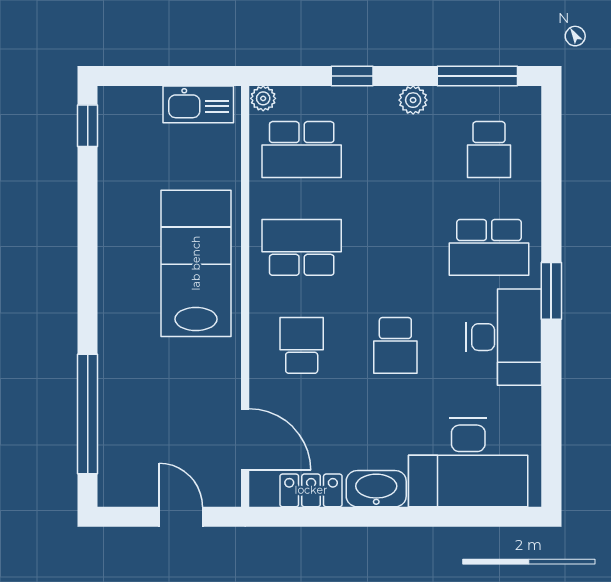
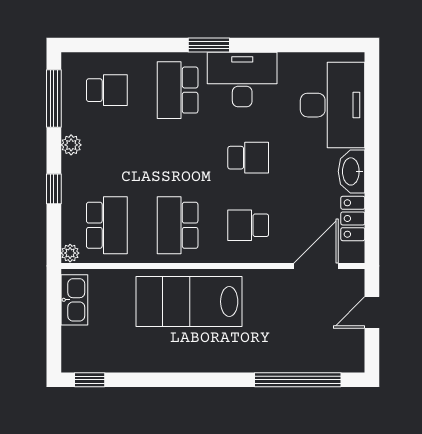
school desk: (489, 247) -> (178, 90), turned 180

